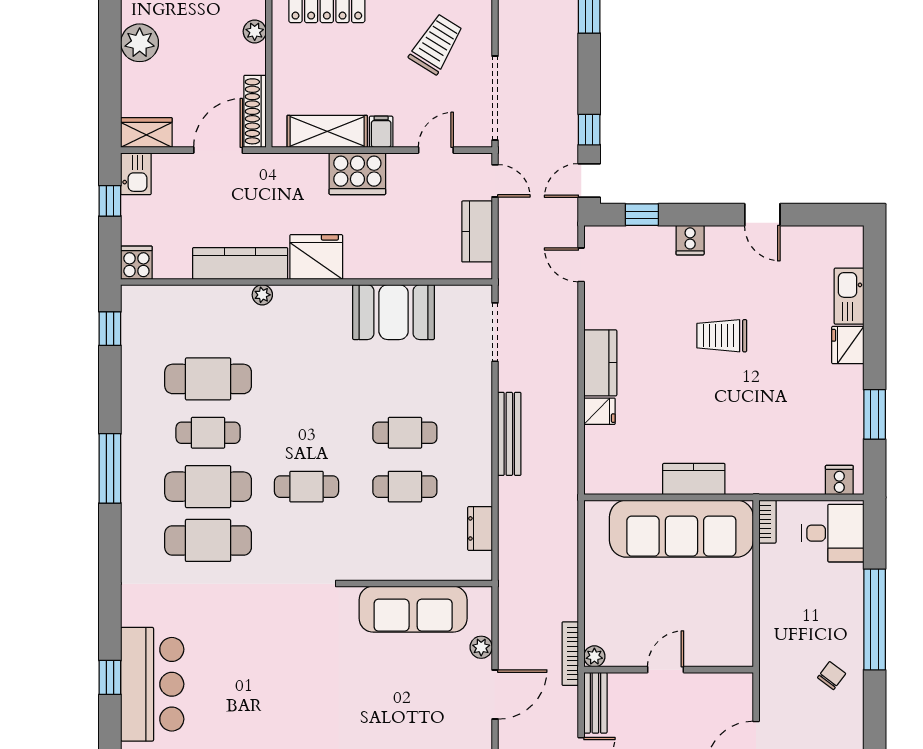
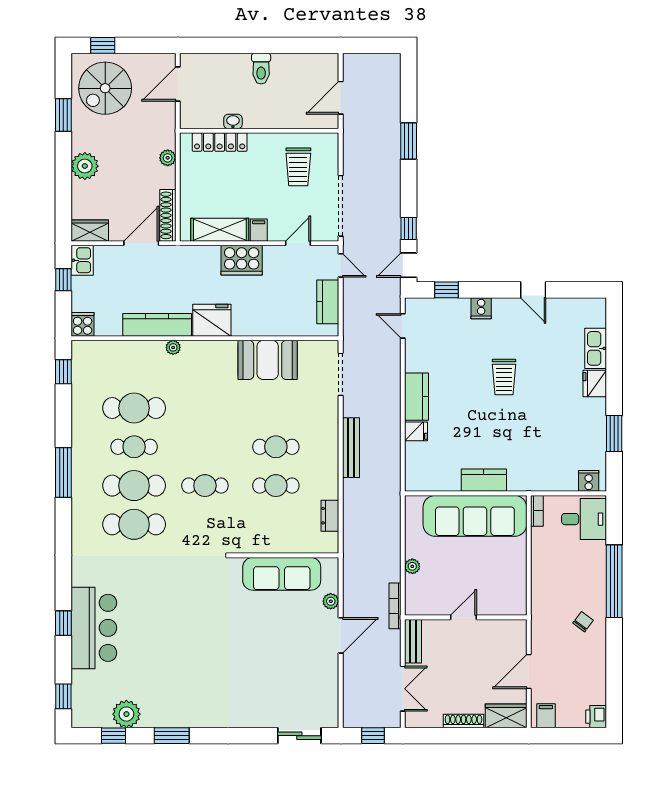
trolley: (436, 44) -> (298, 167), turned 148
trolley: (722, 336) -> (504, 377), turned -90
plant: (594, 656) -> (412, 566), moved

